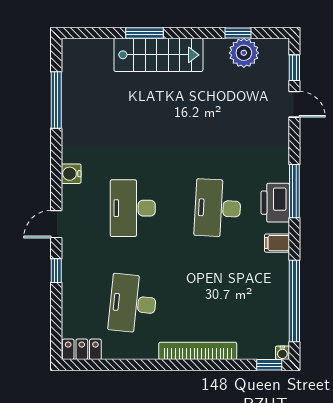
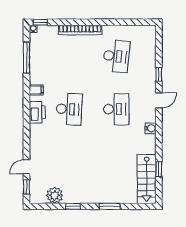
window: (238, 33) -> (73, 206), moved
stairs: (158, 55) -> (147, 179), moved, turned -90
window: (56, 100) -> (159, 169), width x0.46
door: (294, 104) -> (27, 167), hinge flipped
window: (294, 191) -> (27, 119), removed
window: (294, 301) -> (27, 58), width x0.68
locker: (82, 349) -> (145, 31), removed

